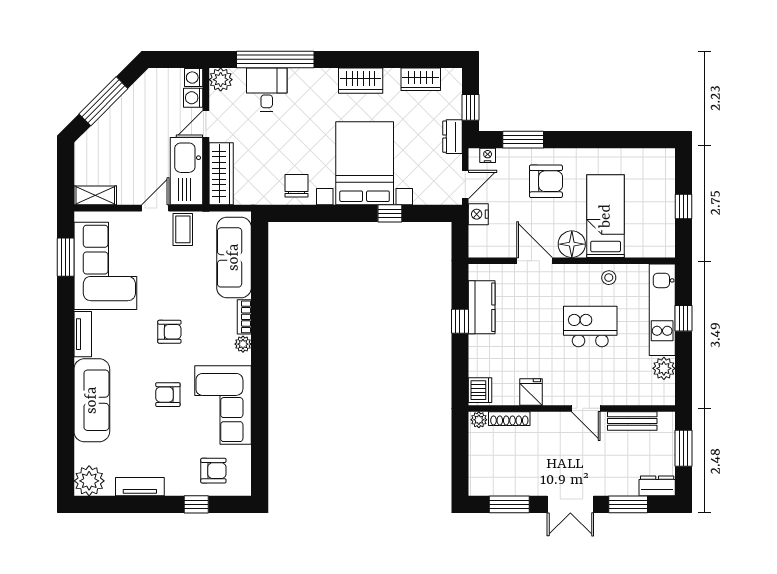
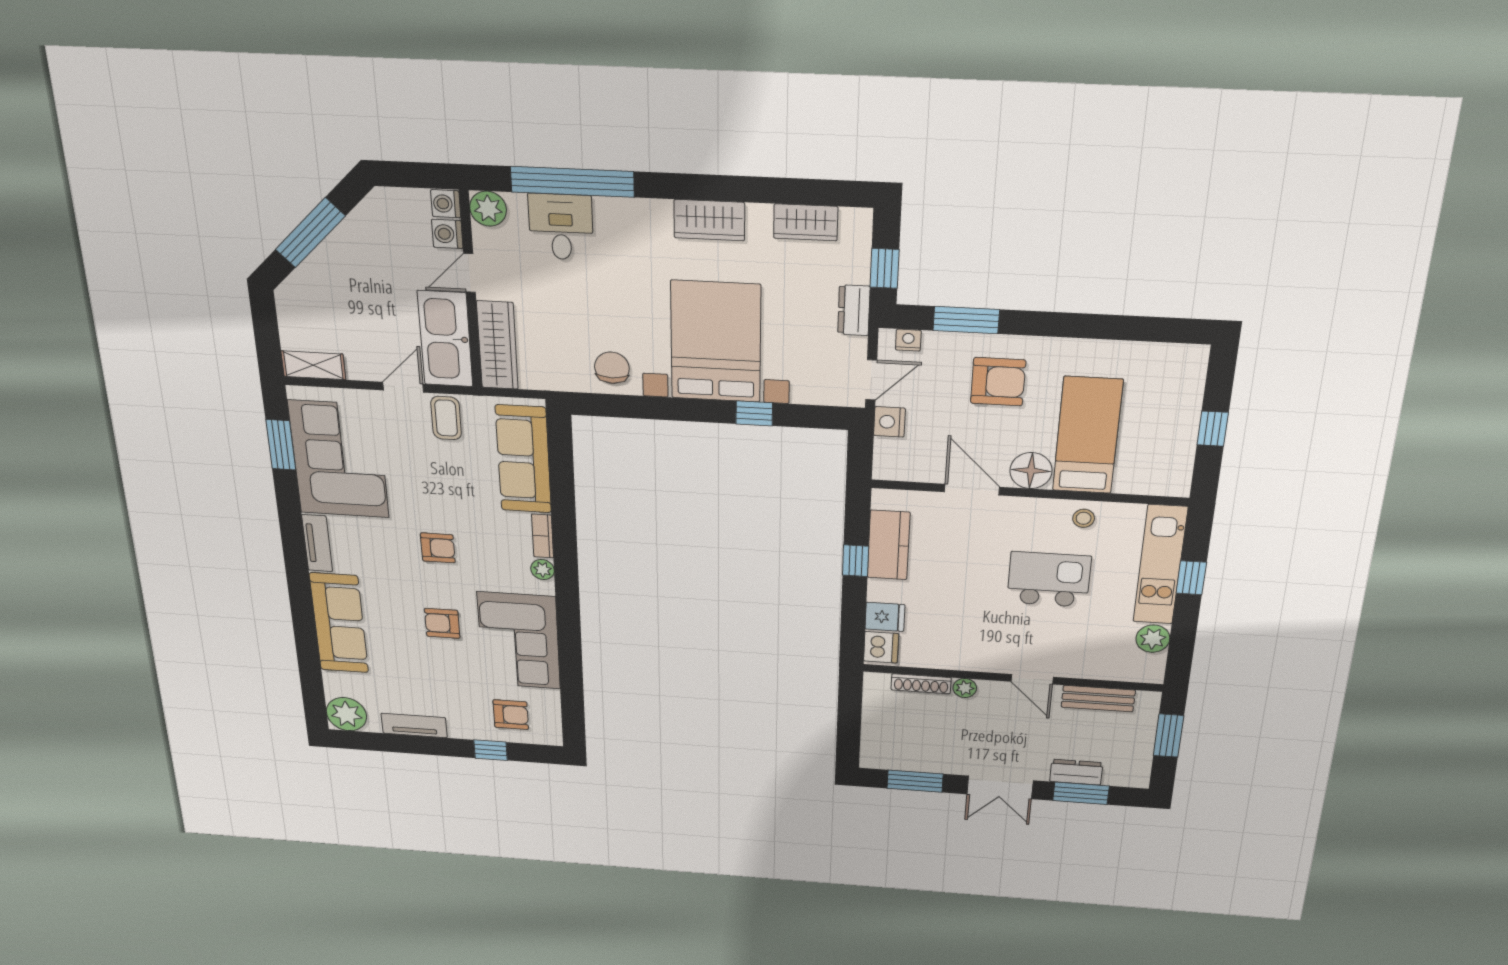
fridge: (531, 392) -> (885, 617), moved, turned 90
plant: (479, 420) -> (965, 688), moved
dresser: (657, 486) -> (1076, 772), moved

